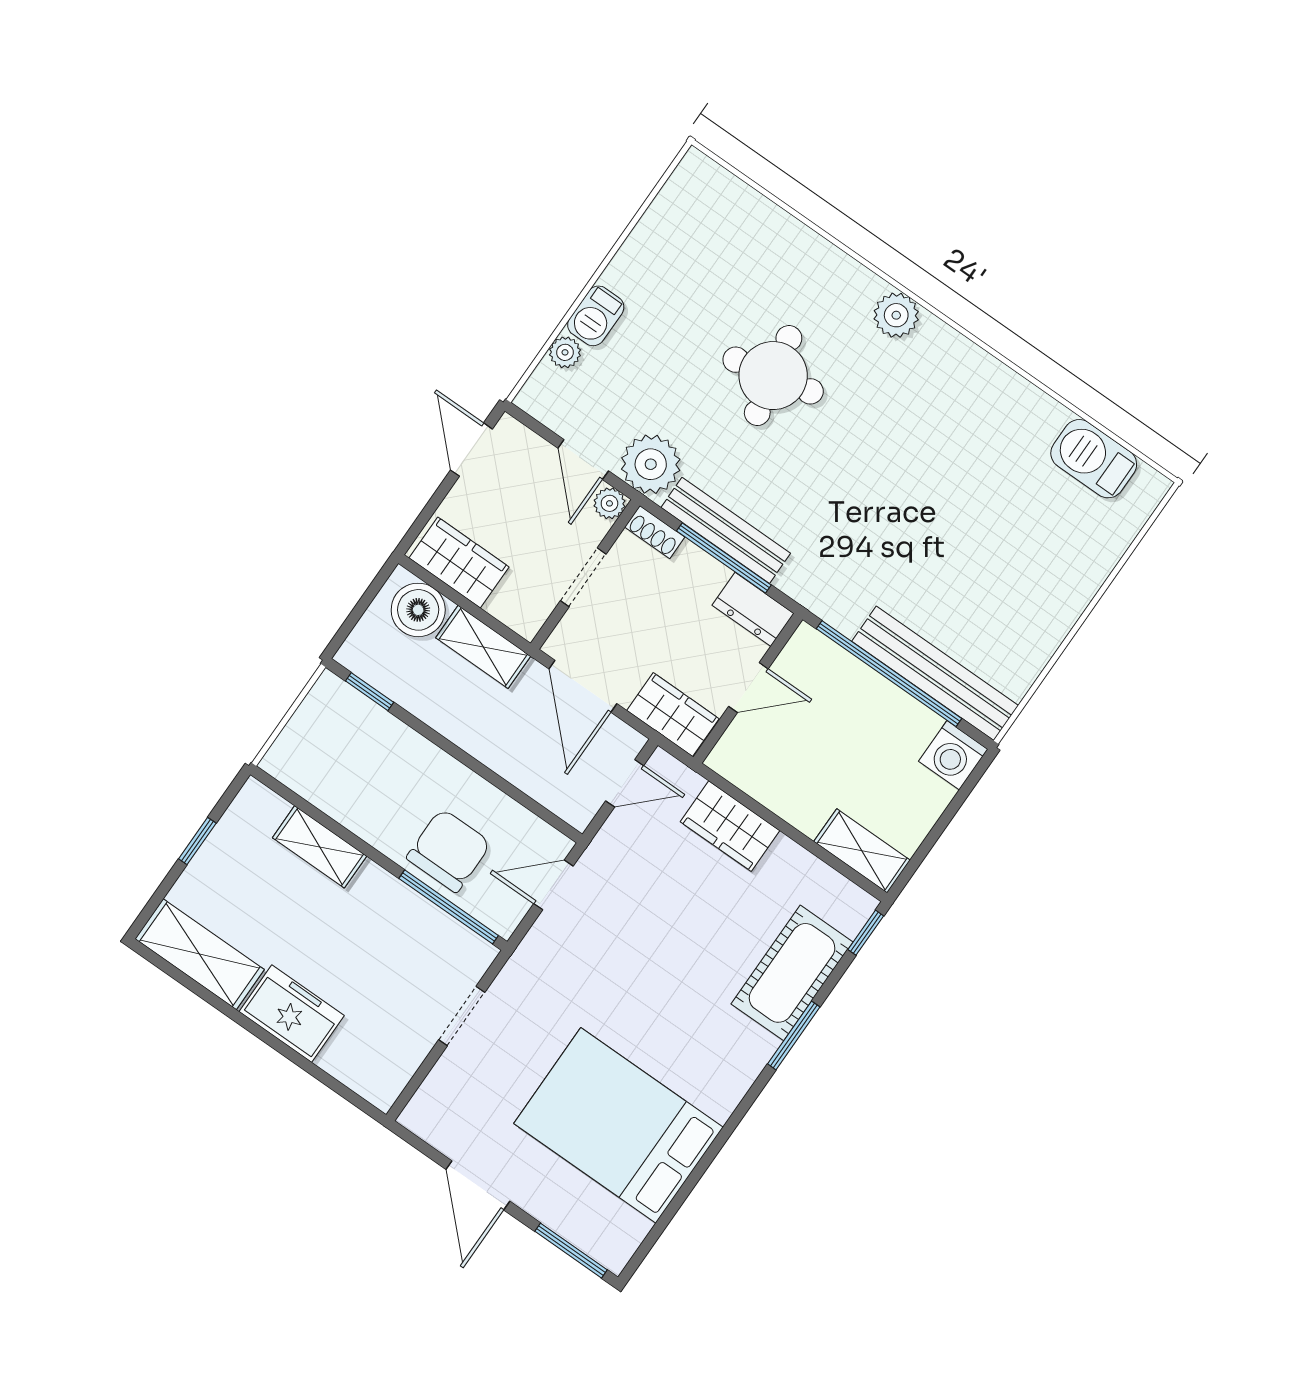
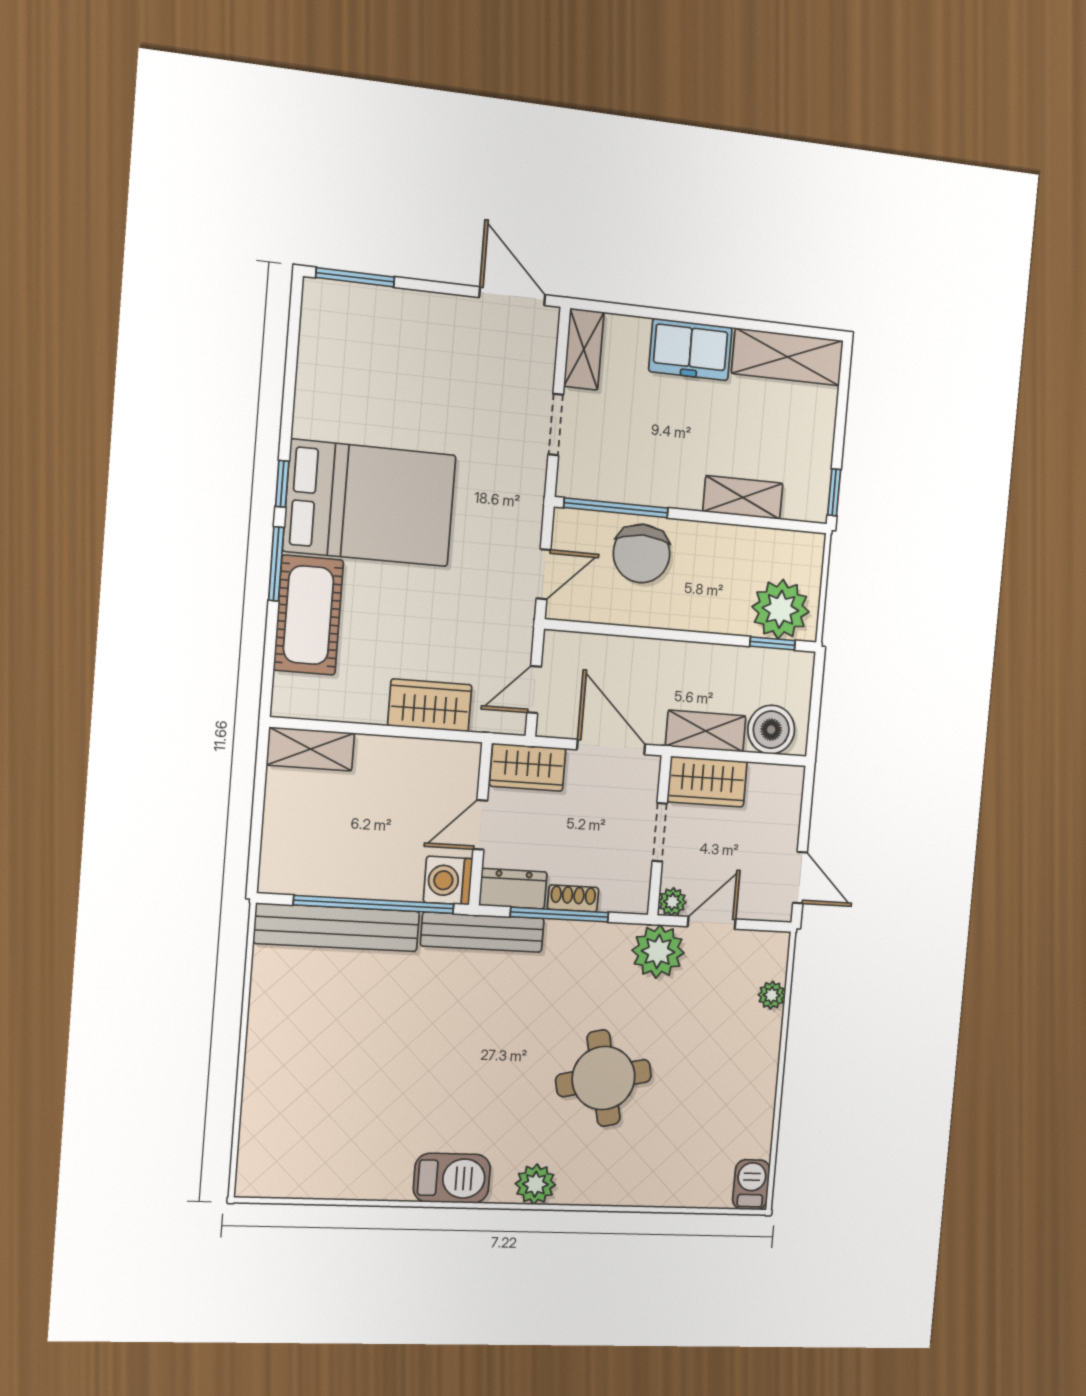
barbecue: (596, 316) -> (751, 1185), moved
door: (583, 459) -> (712, 923), hinge flipped
barbecue: (1094, 459) -> (452, 1178), moved
bench: (726, 530) -> (482, 932), moved
shoe rack: (655, 532) -> (573, 898), moved
wardrobe: (459, 562) -> (707, 782), moved
plant: (343, 720) -> (781, 609), added
washing machine: (953, 755) -> (448, 881), moved, turned -90
window: (197, 841) -> (834, 492), moved
window: (866, 933) -> (282, 484), moved
shelving: (395, 1070) -> (584, 349), added
bed: (618, 1125) -> (370, 503), moved
door: (478, 1185) -> (512, 296), moved

